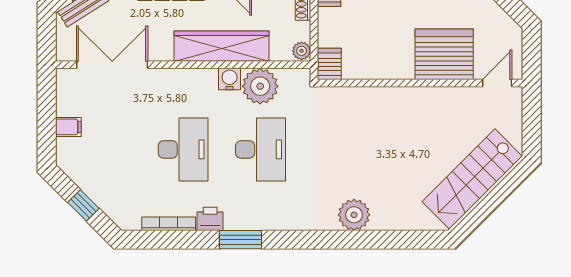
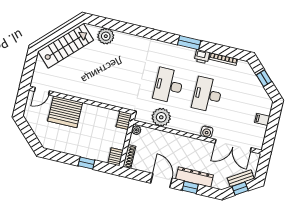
wardrobe: (222, 46) -> (176, 142), removed
water cooler: (230, 79) -> (207, 132), moved
plant: (354, 215) -> (106, 36), moved

